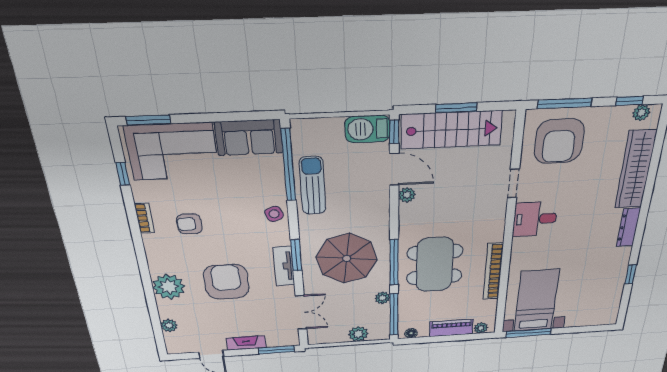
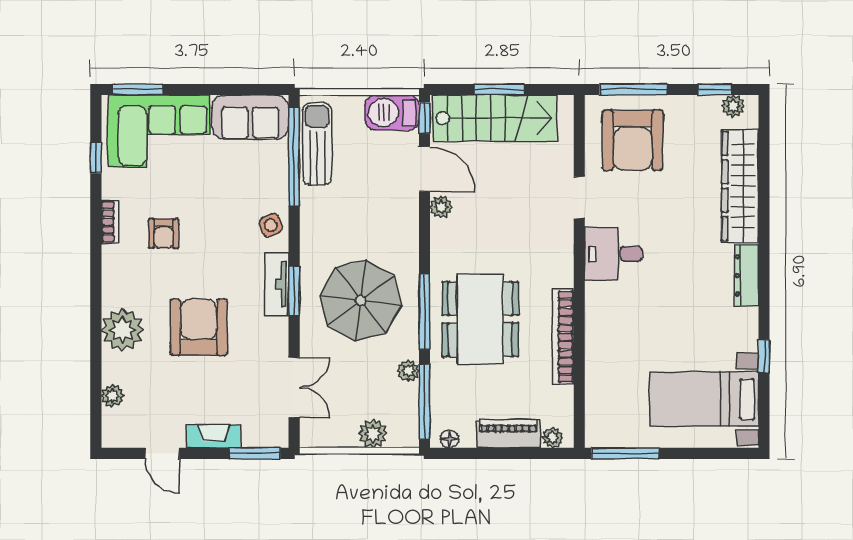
sun lounger: (313, 186) -> (317, 144), moved
armchair: (189, 224) -> (164, 234), turned -90
tv unit: (284, 266) -> (277, 284), moved
bed with nightstands: (537, 301) -> (704, 399), moved, turned -90

